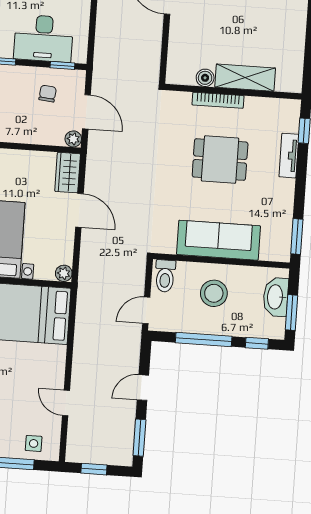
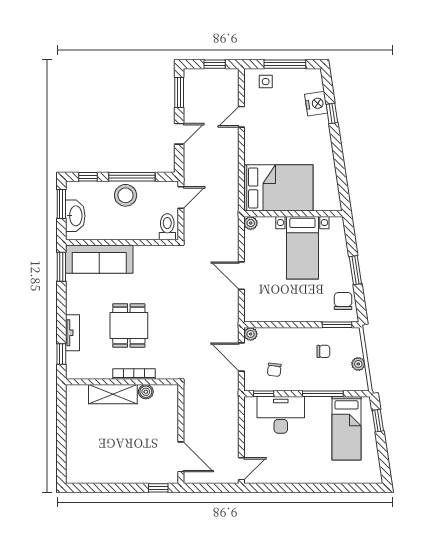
dining table: (220, 160) -> (129, 325), turned 90
wardrobe: (68, 173) -> (253, 306), removed
sofa: (218, 240) -> (99, 259), moved
stool: (214, 293) -> (126, 195), moved
door: (66, 403) -> (241, 117), swing flipped

